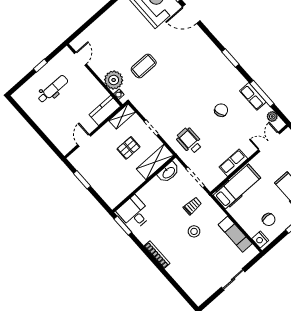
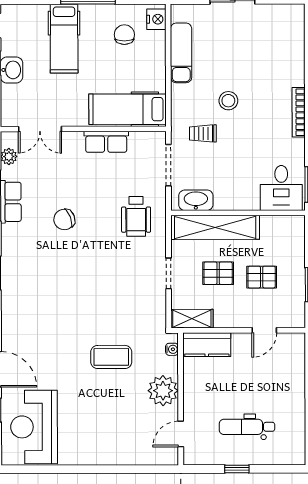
plant: (114, 80) -> (163, 391), moved
shelving: (155, 162) -> (215, 227), width x1.47
pallet: (107, 164) -> (262, 277), added

